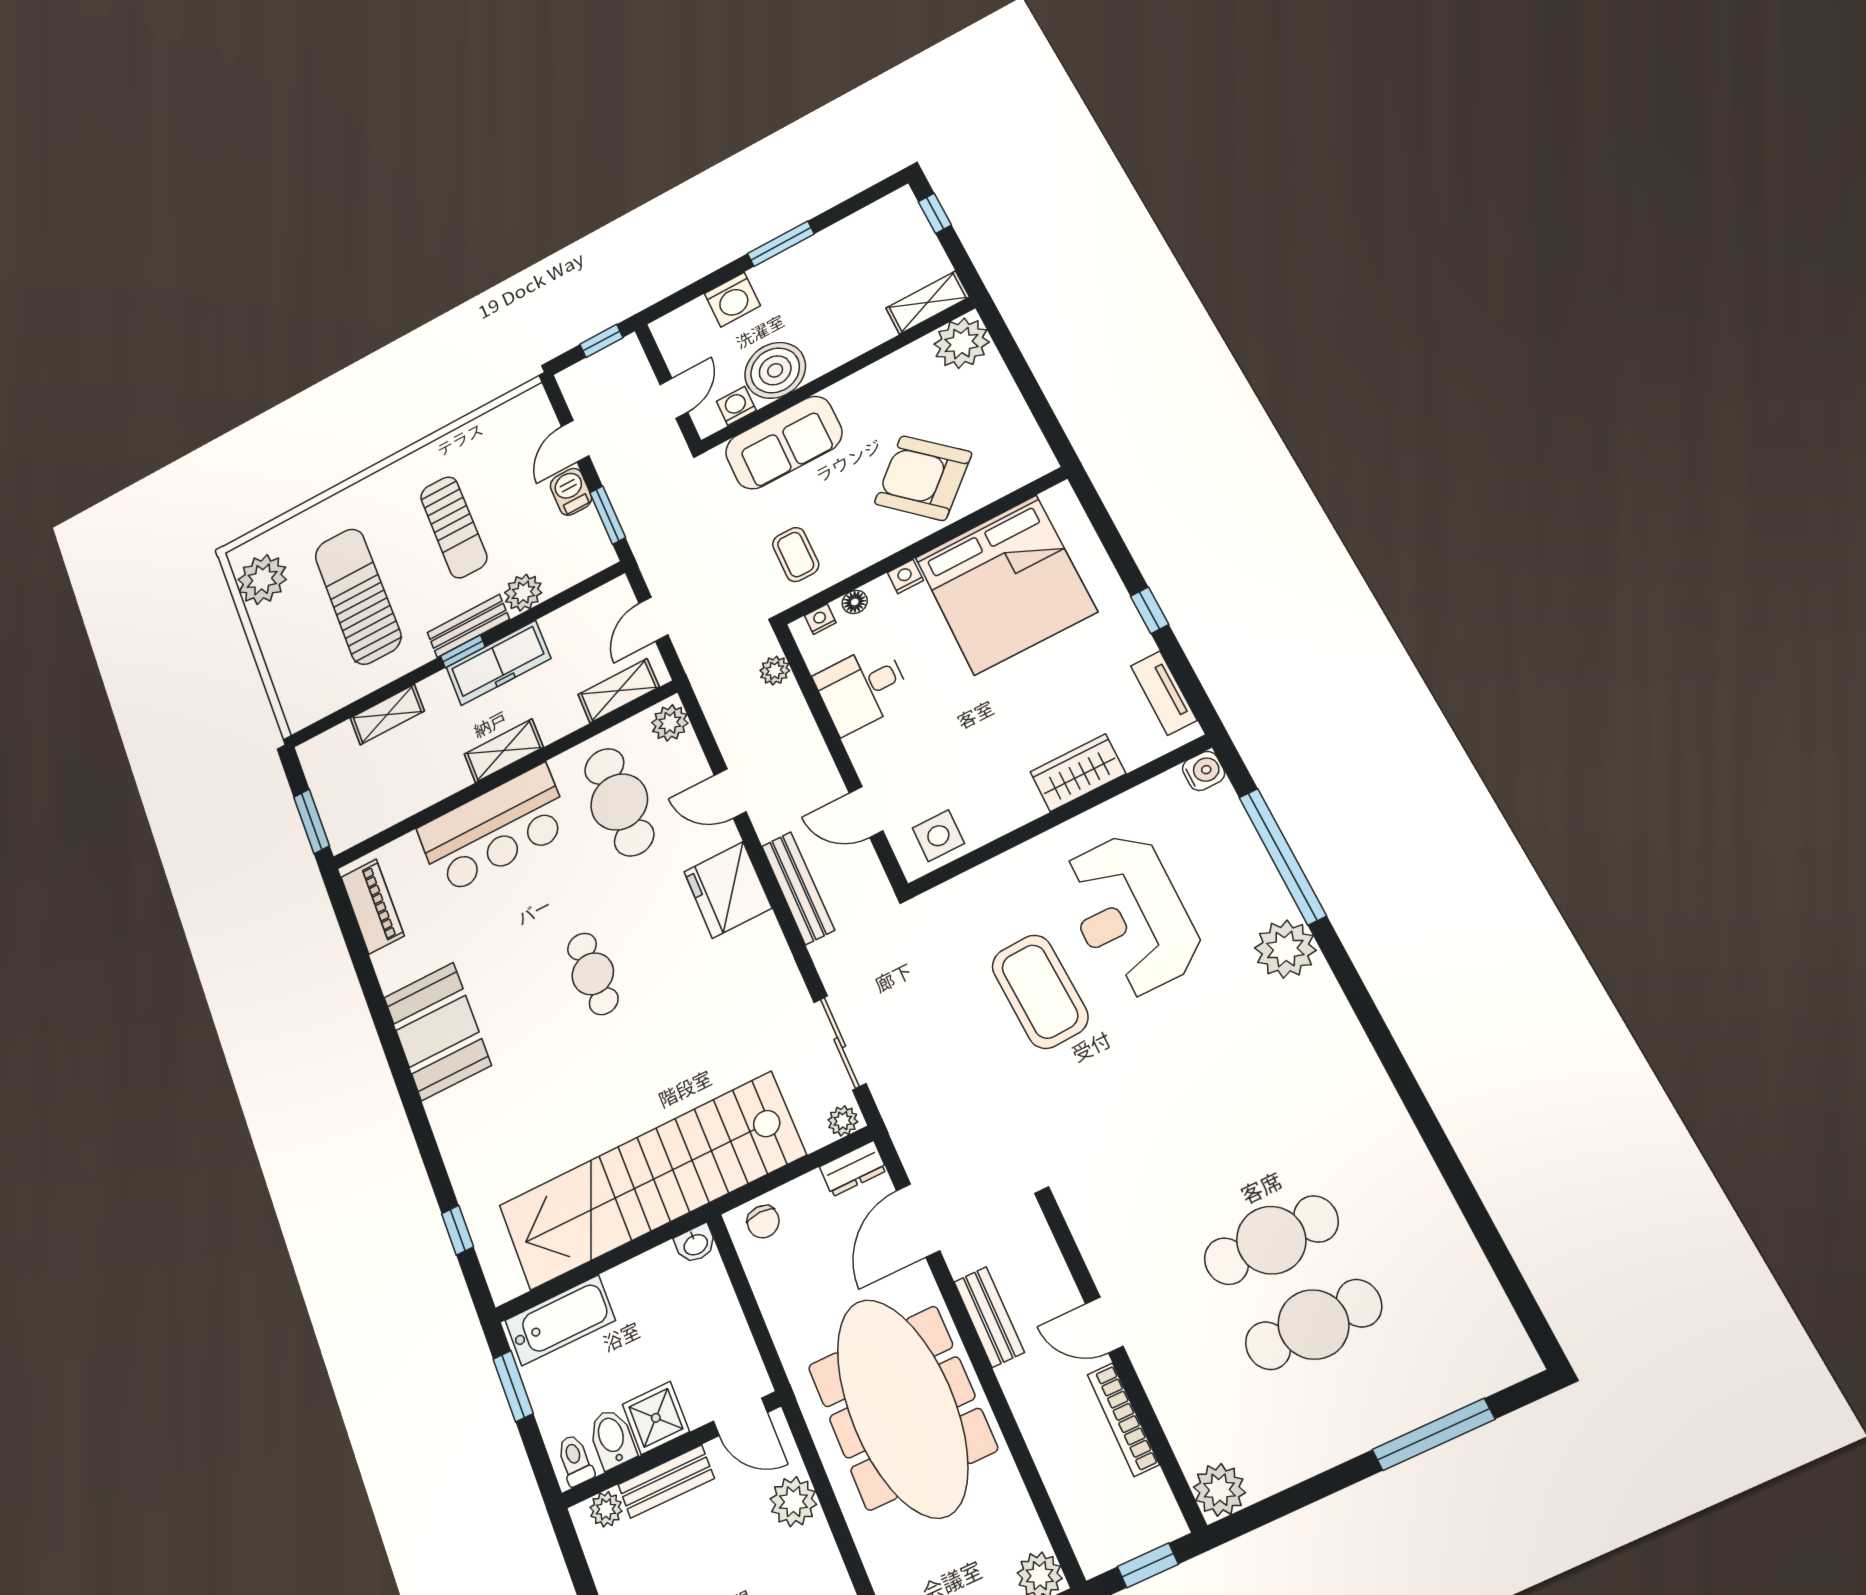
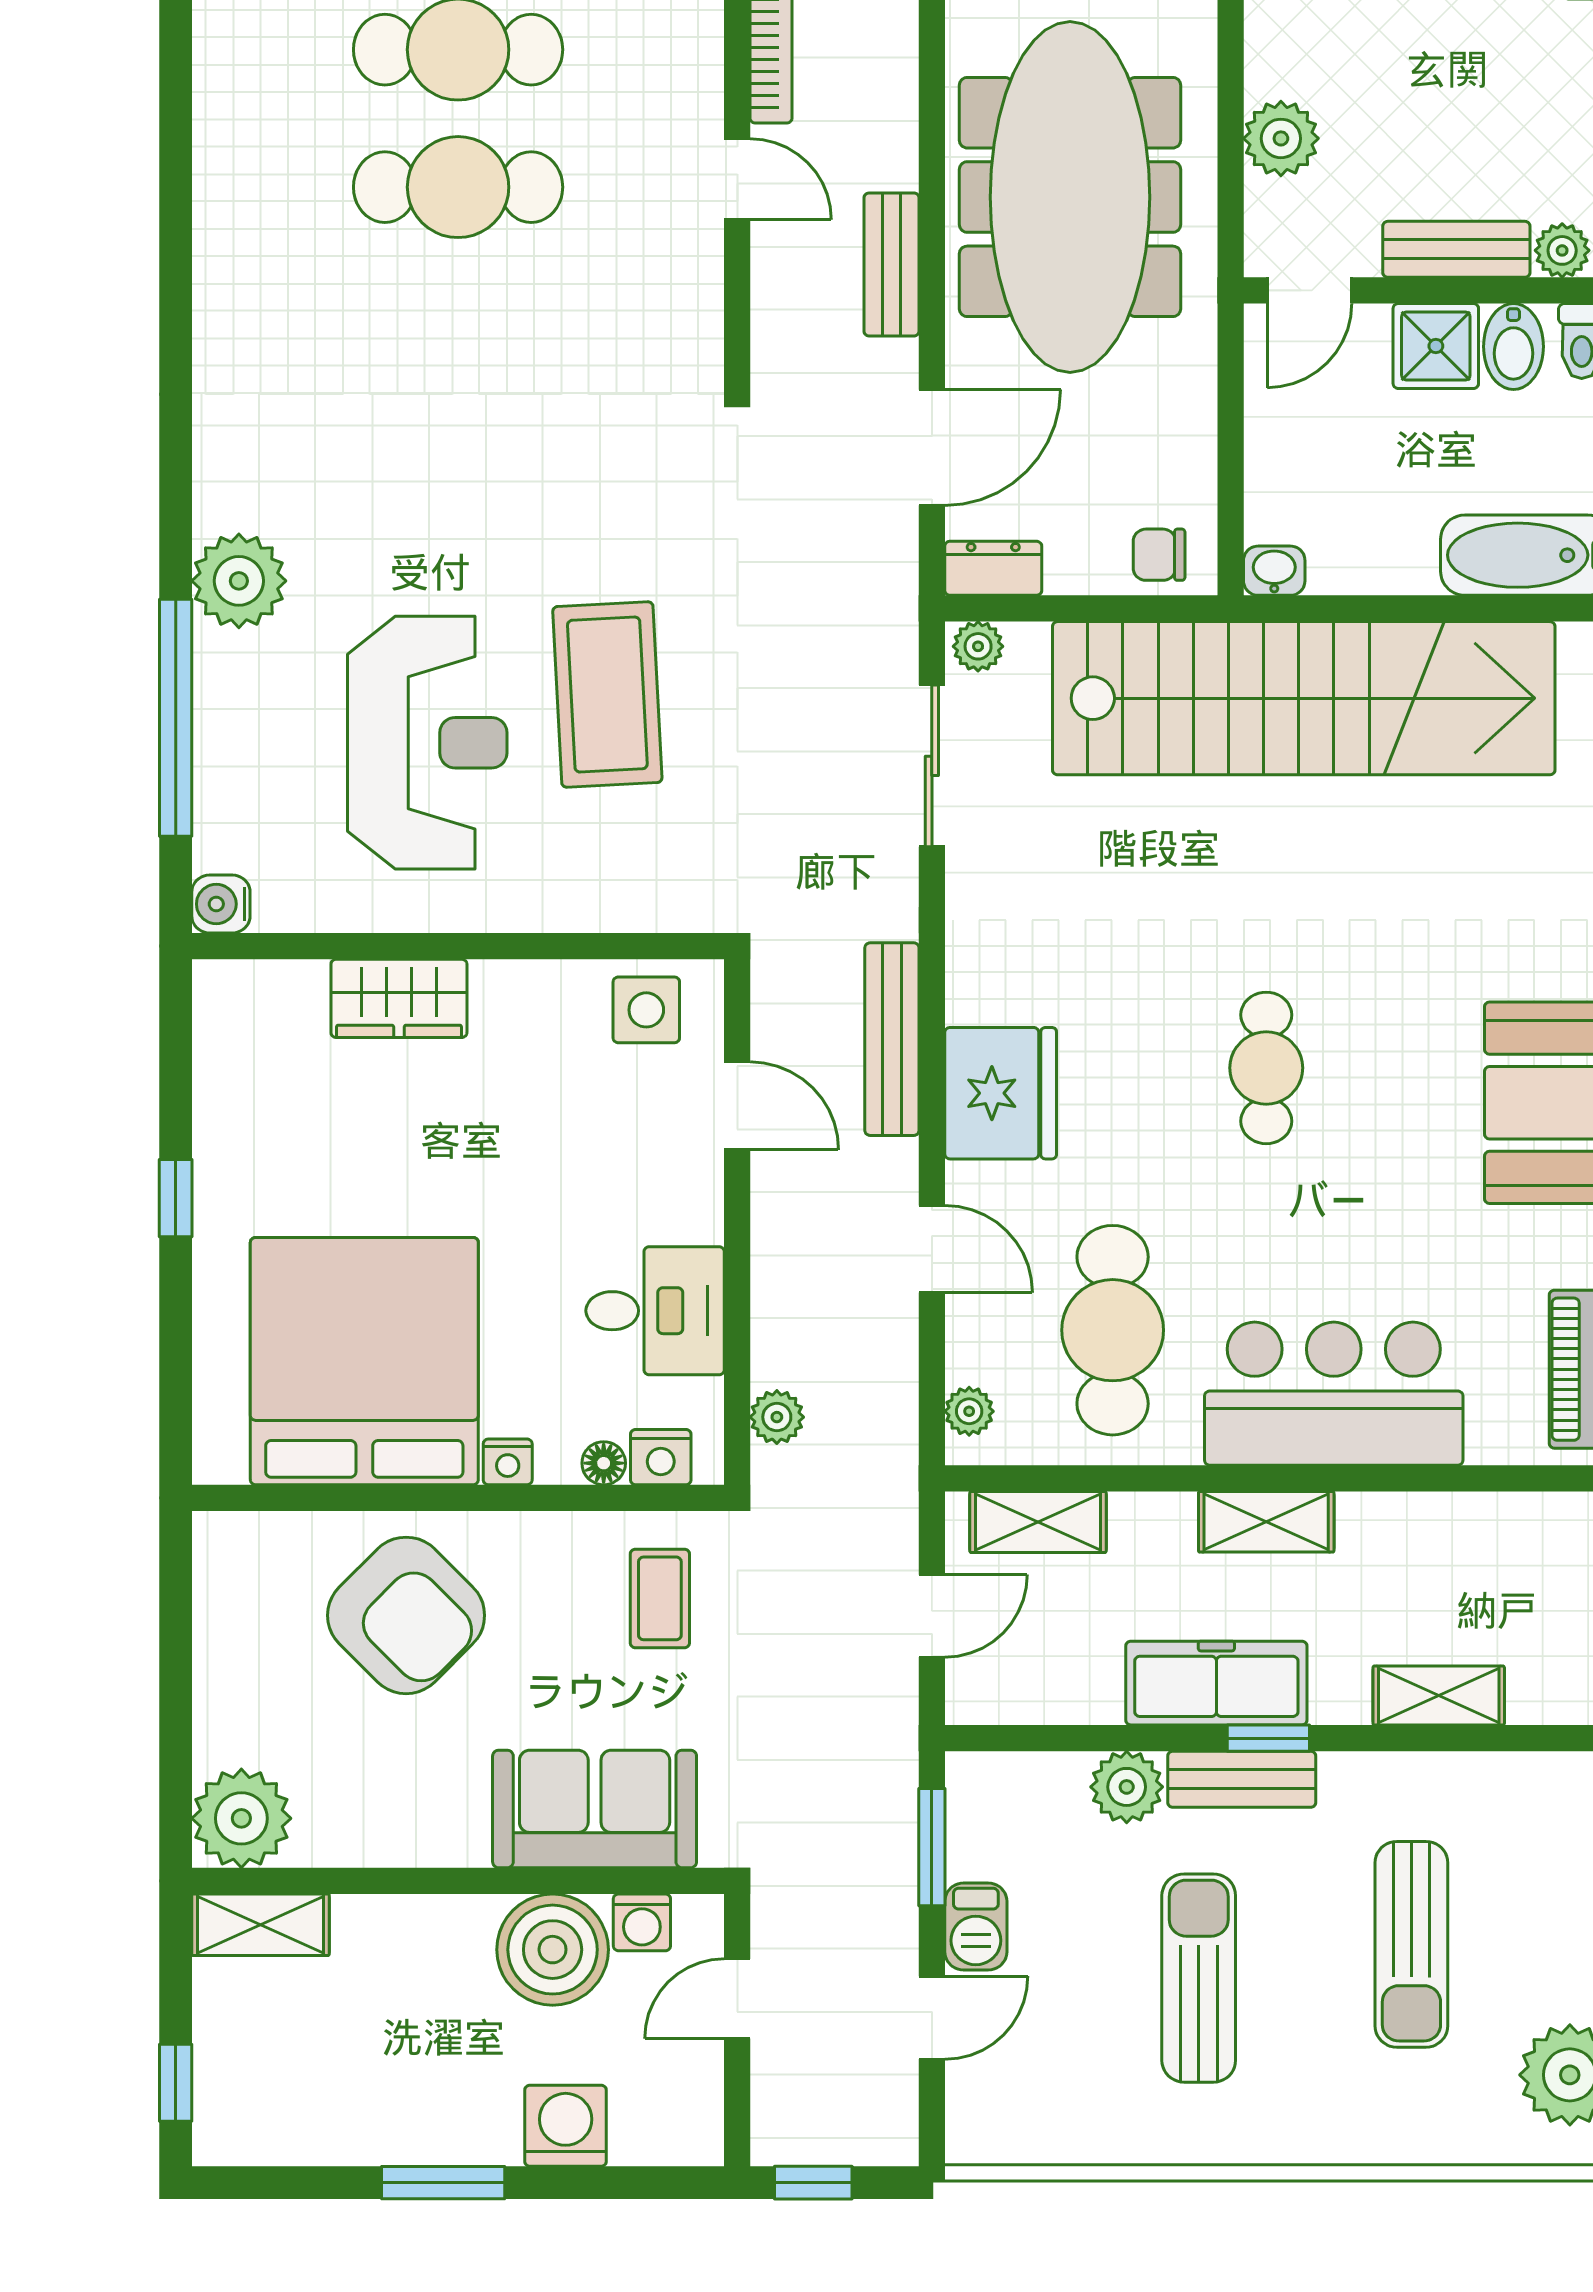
sun lounger: (358, 596) -> (1411, 1944), width x0.73, depth x0.75
nightstand: (820, 619) -> (661, 1457), width x1.39, depth x1.35
tv unit: (1164, 693) -> (218, 1055), removed
plant: (670, 723) -> (969, 1411), width x0.73, depth x0.73
chair: (763, 1222) -> (1159, 555), turned -90
door: (740, 1417) -> (1309, 290), swing flipped

